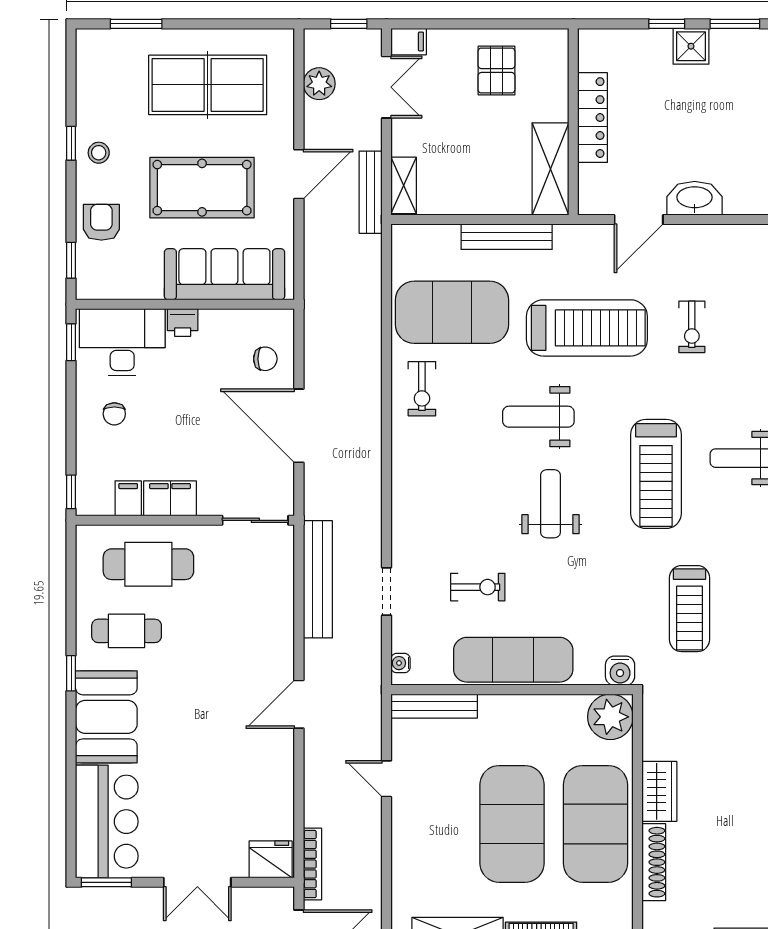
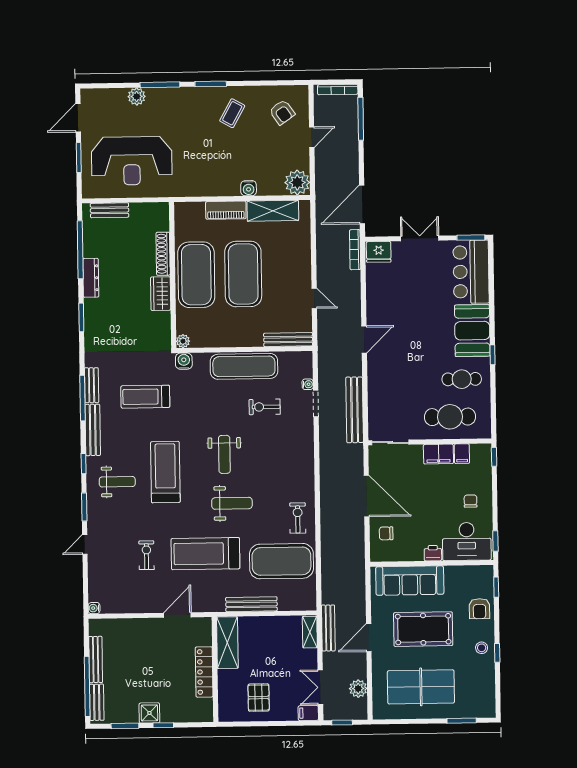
washbasin: (695, 198) -> (146, 627), removed
treadmill: (689, 609) -> (145, 397), turned -90
water cooler: (401, 663) -> (308, 384), moved
plant: (610, 717) -> (183, 341), width x0.53, depth x0.53

